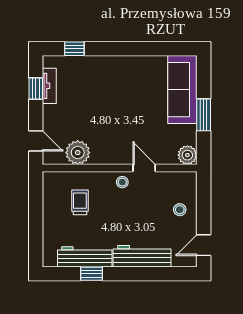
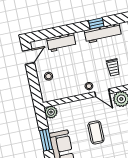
coffee table: (126, 110) -> (96, 132), added
door: (144, 168) -> (102, 93), moved
workbench: (142, 256) -> (61, 42), width x0.73

